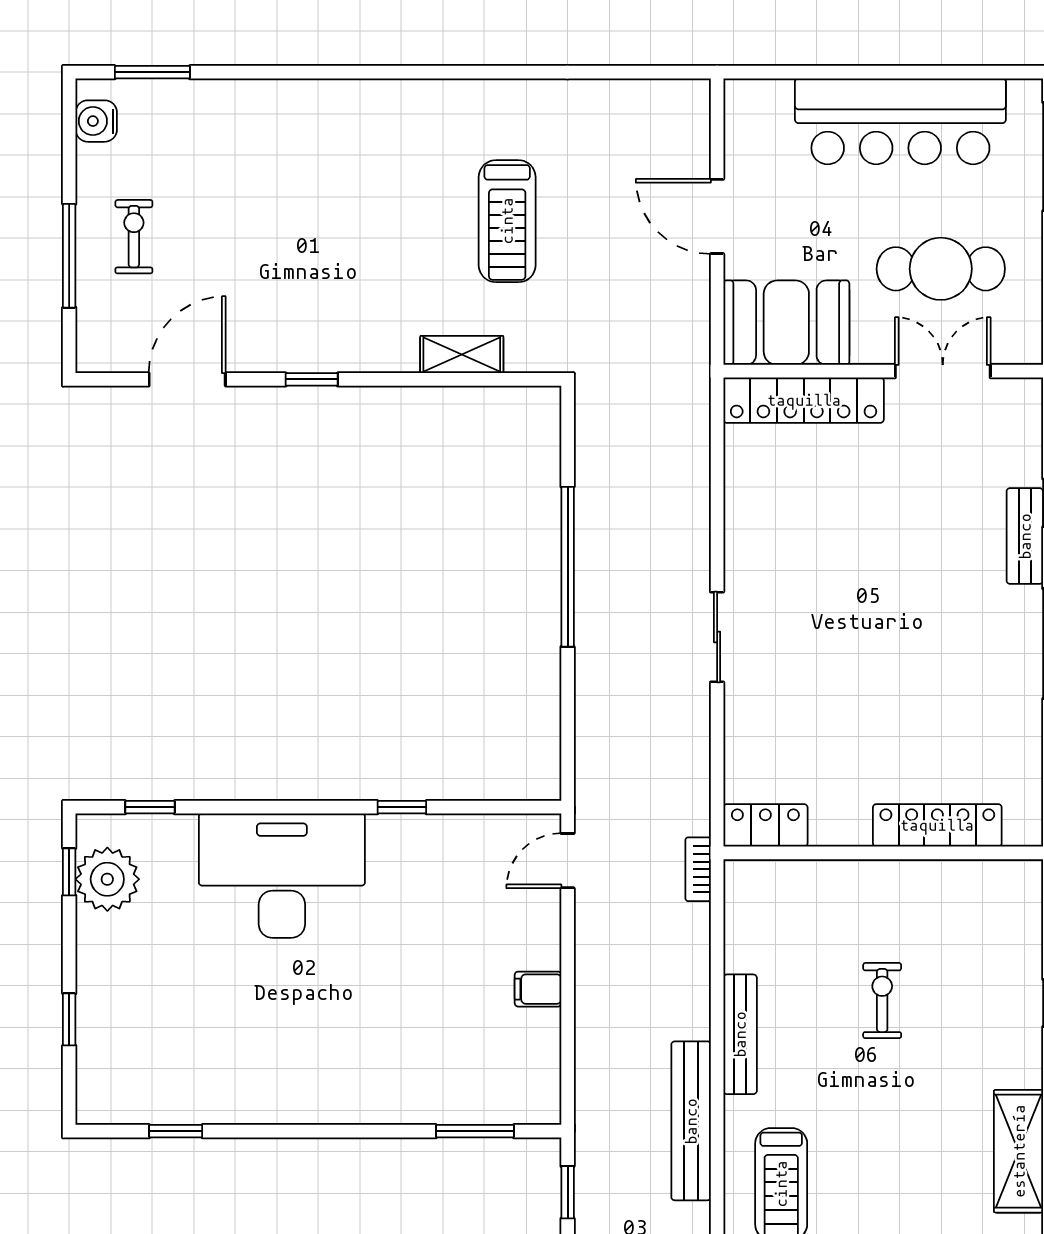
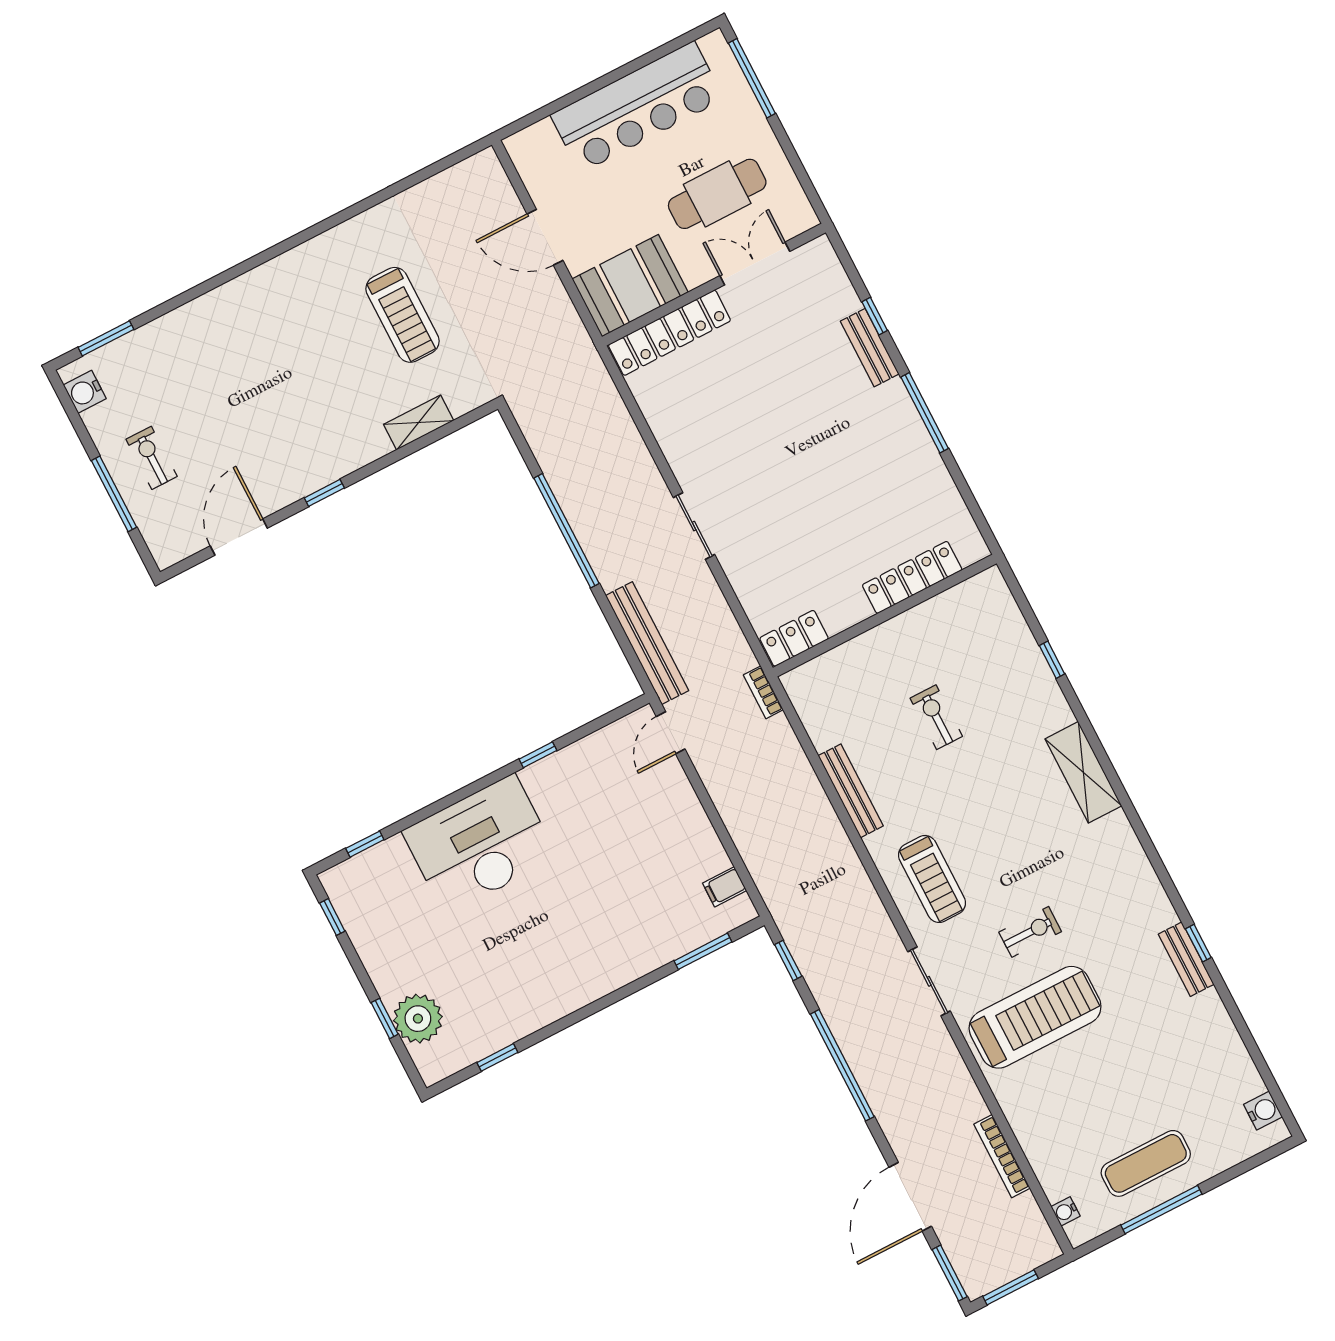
plant: (107, 879) -> (418, 1019), moved
filing cabinet: (538, 989) -> (725, 887), moved
bench: (691, 1121) -> (647, 643), moved

